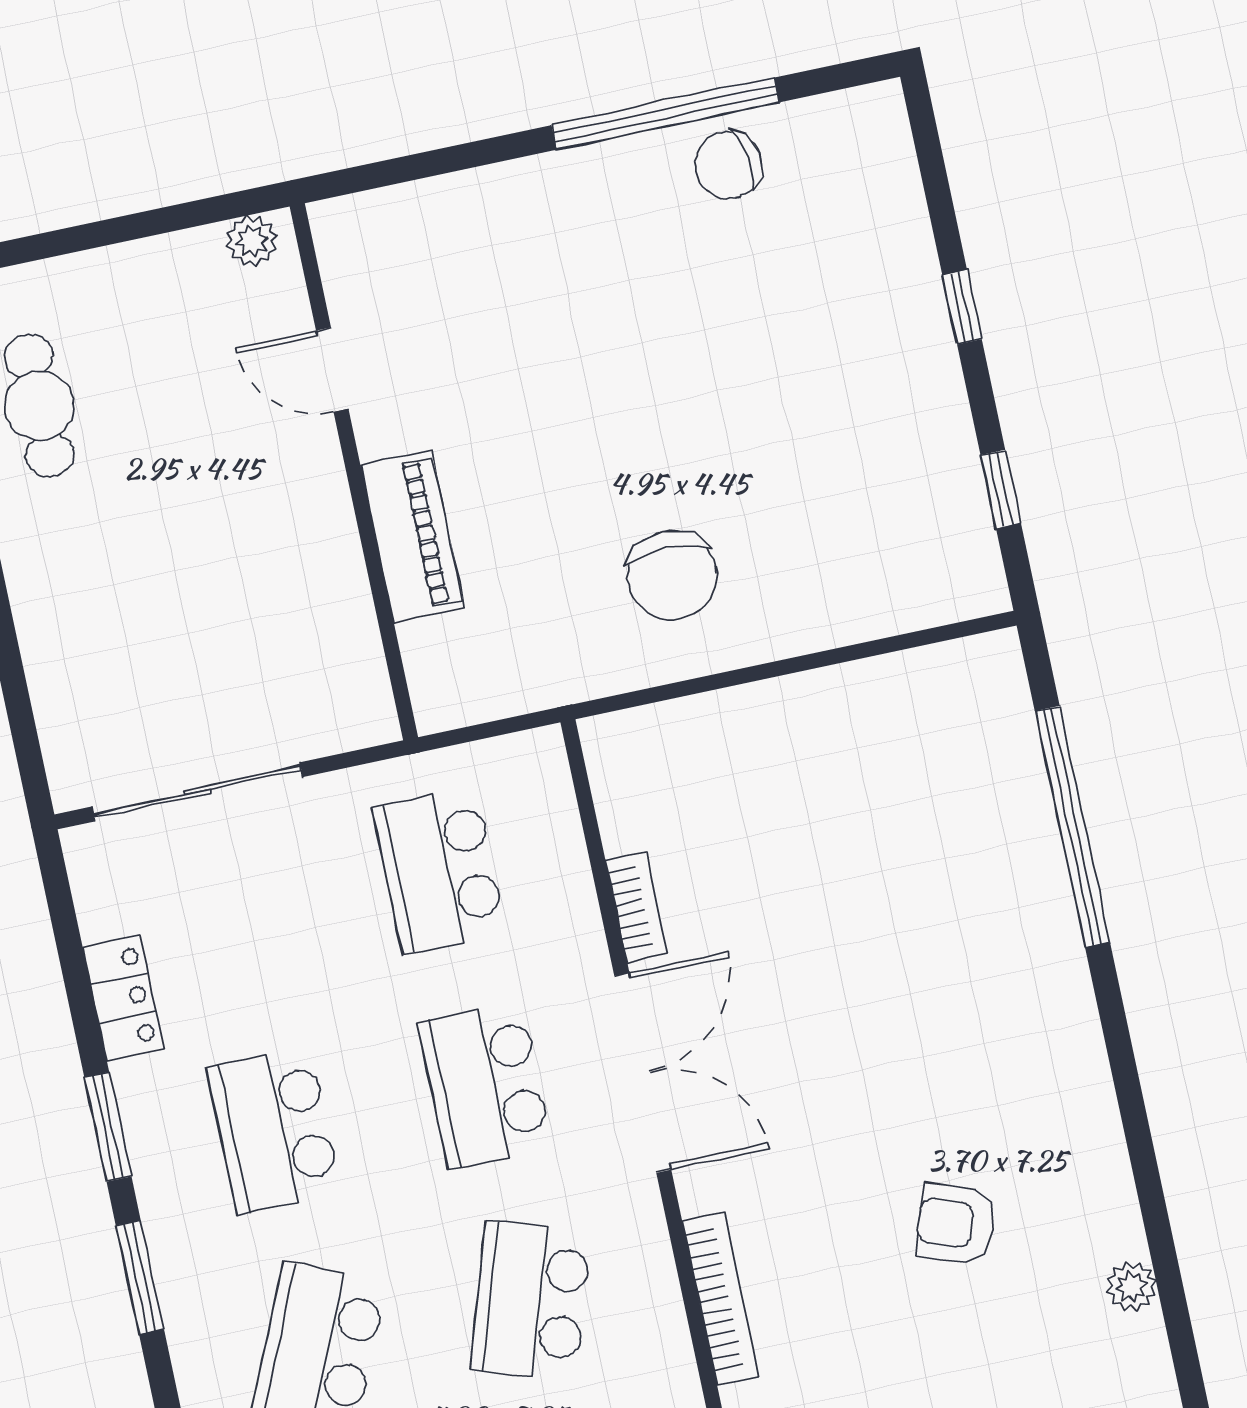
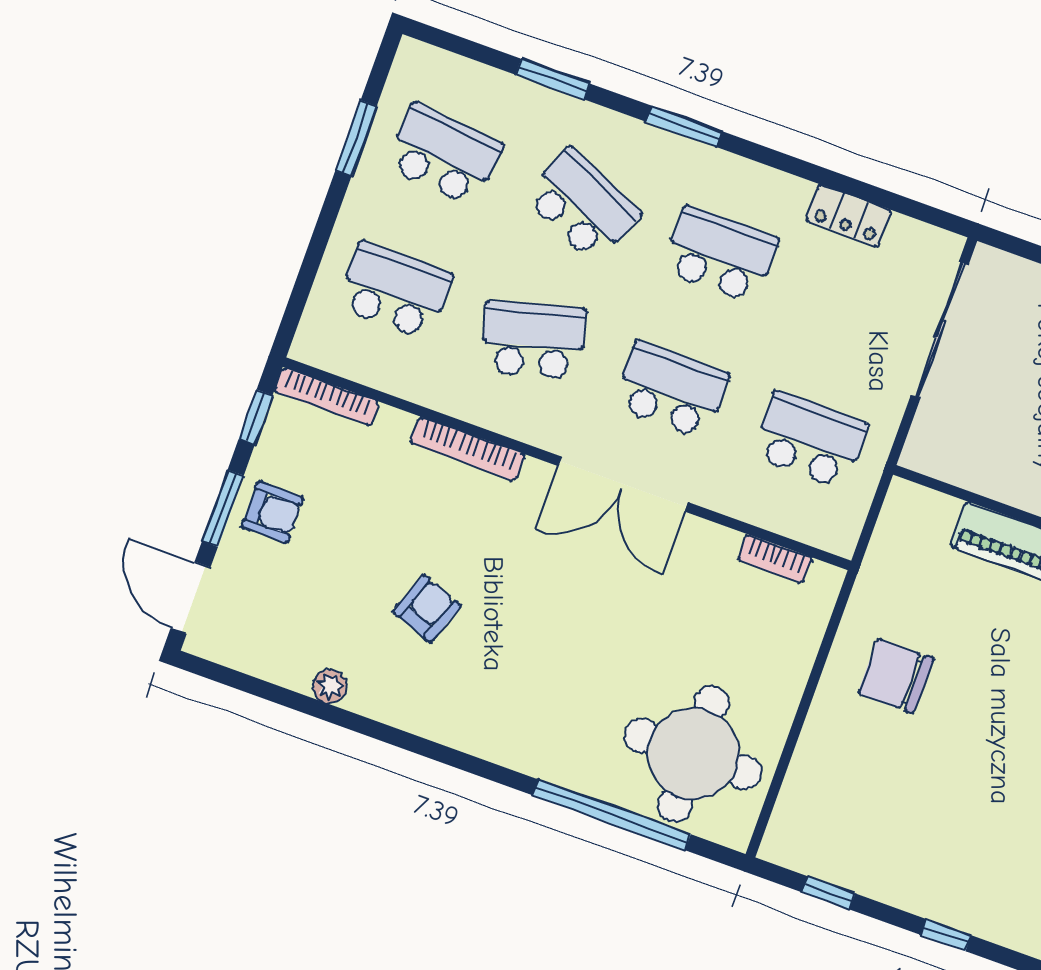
round table: (931, 771) -> (693, 754), added
bookcase: (637, 907) -> (775, 559), moved
window: (108, 1127) -> (781, 161), removed
school desk: (531, 1301) -> (533, 340), turned -33

